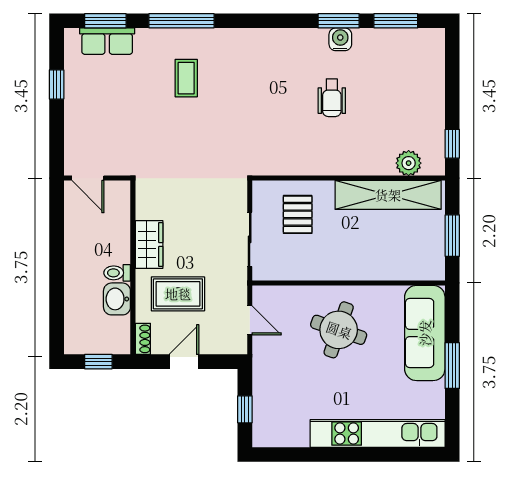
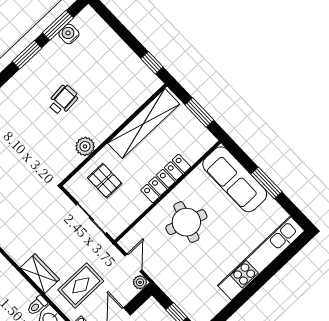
water cooler: (340, 39) -> (69, 34), moved
wheelchair: (332, 98) -> (63, 100), turned -95
plant: (409, 163) -> (85, 146), moved
locker: (359, 269) -> (166, 178), added
door: (250, 320) -> (133, 263), hinge flipped
plant: (238, 345) -> (140, 282), added

